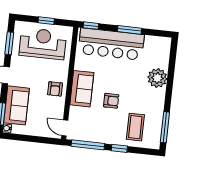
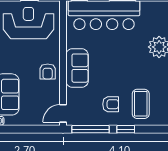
armchair: (111, 101) -> (111, 104), moved
door: (65, 128) -> (63, 113), hinge flipped

